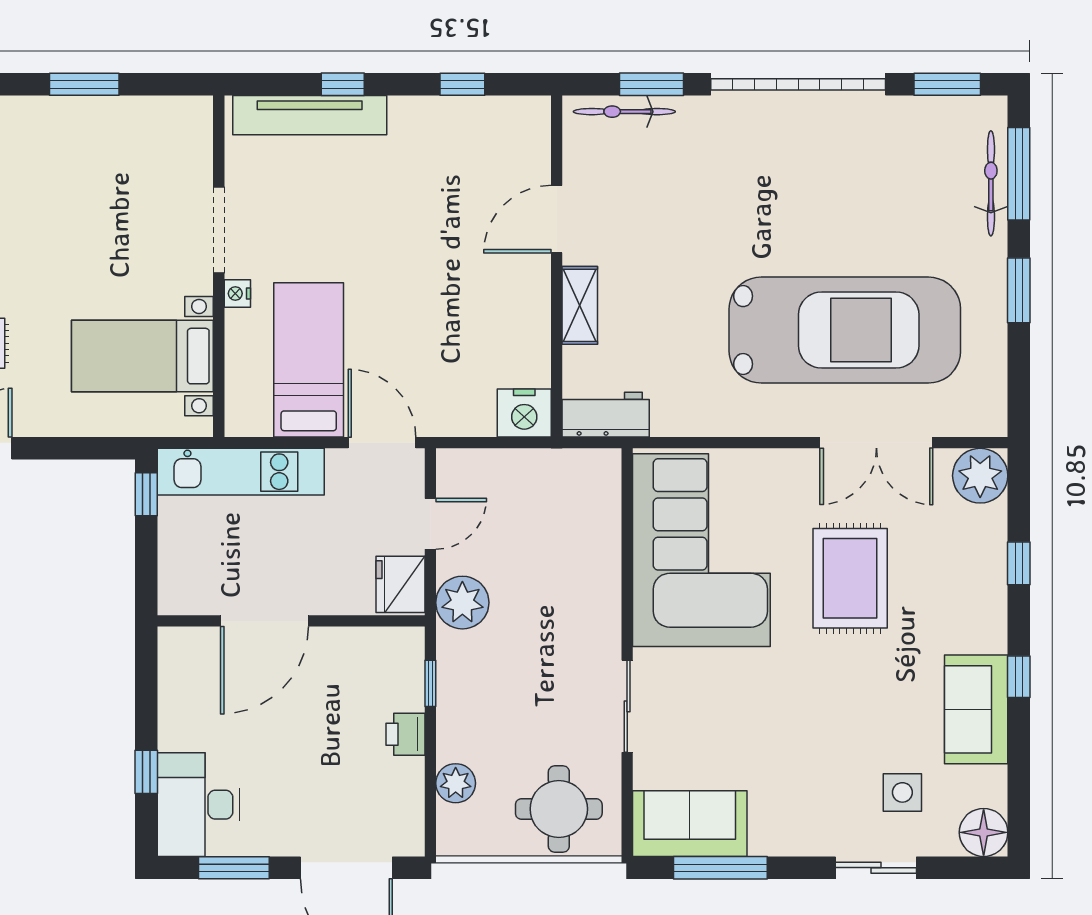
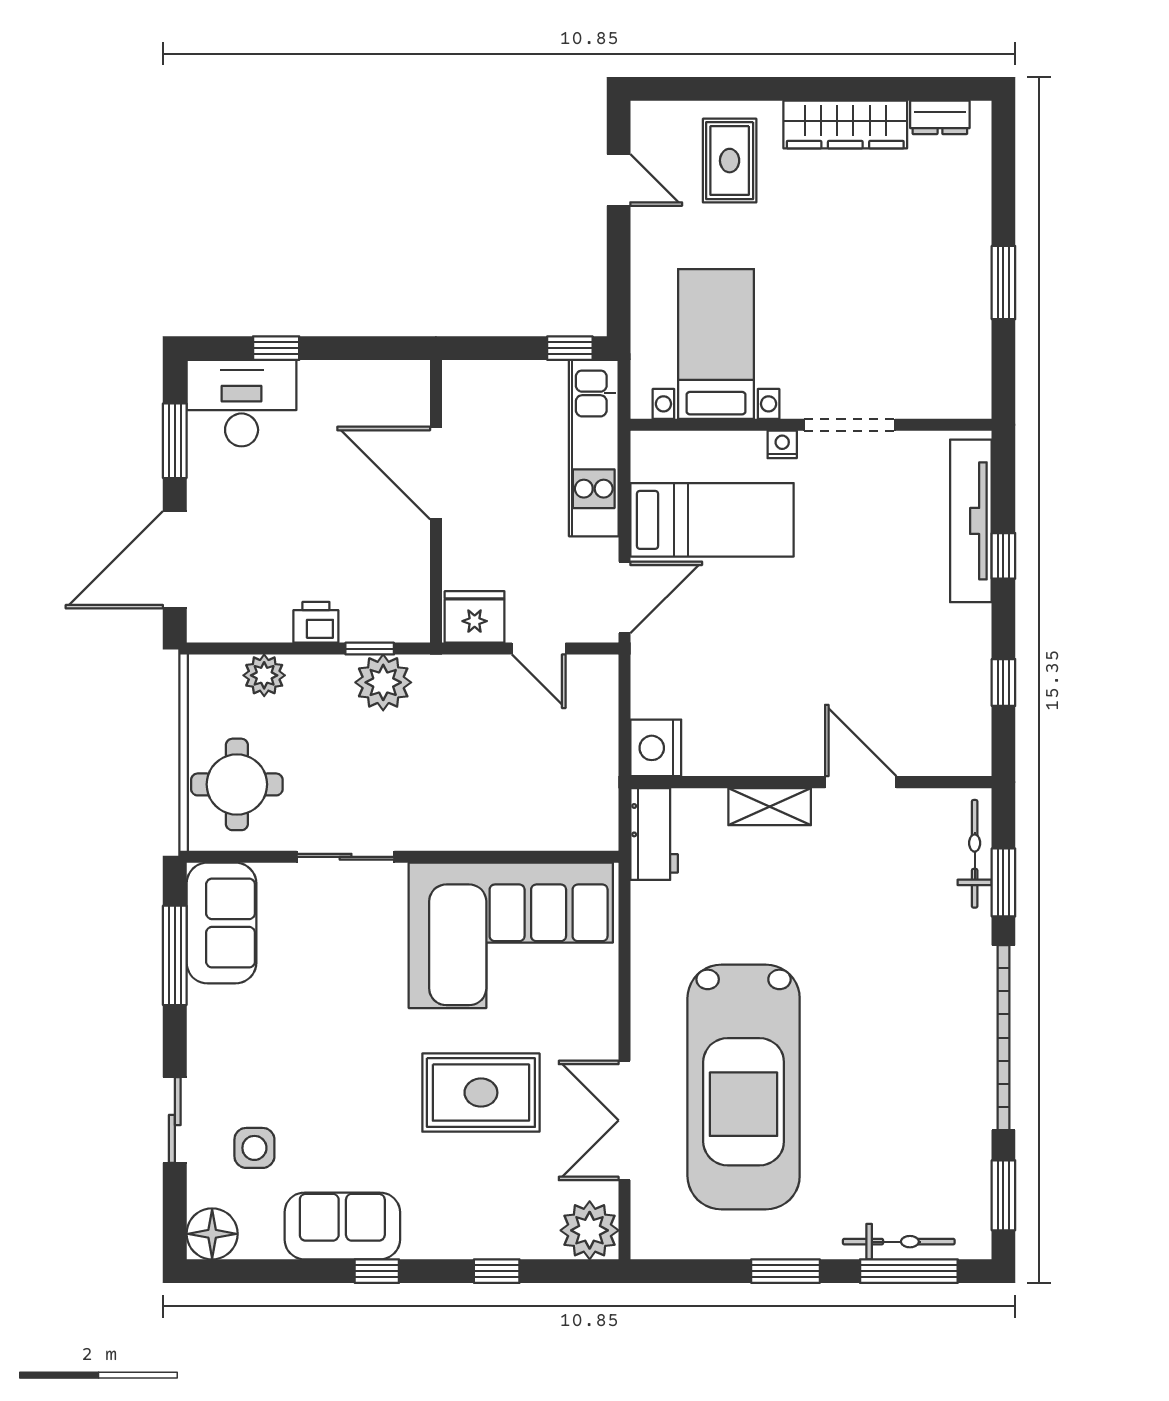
plant: (462, 603) -> (383, 682), moved

